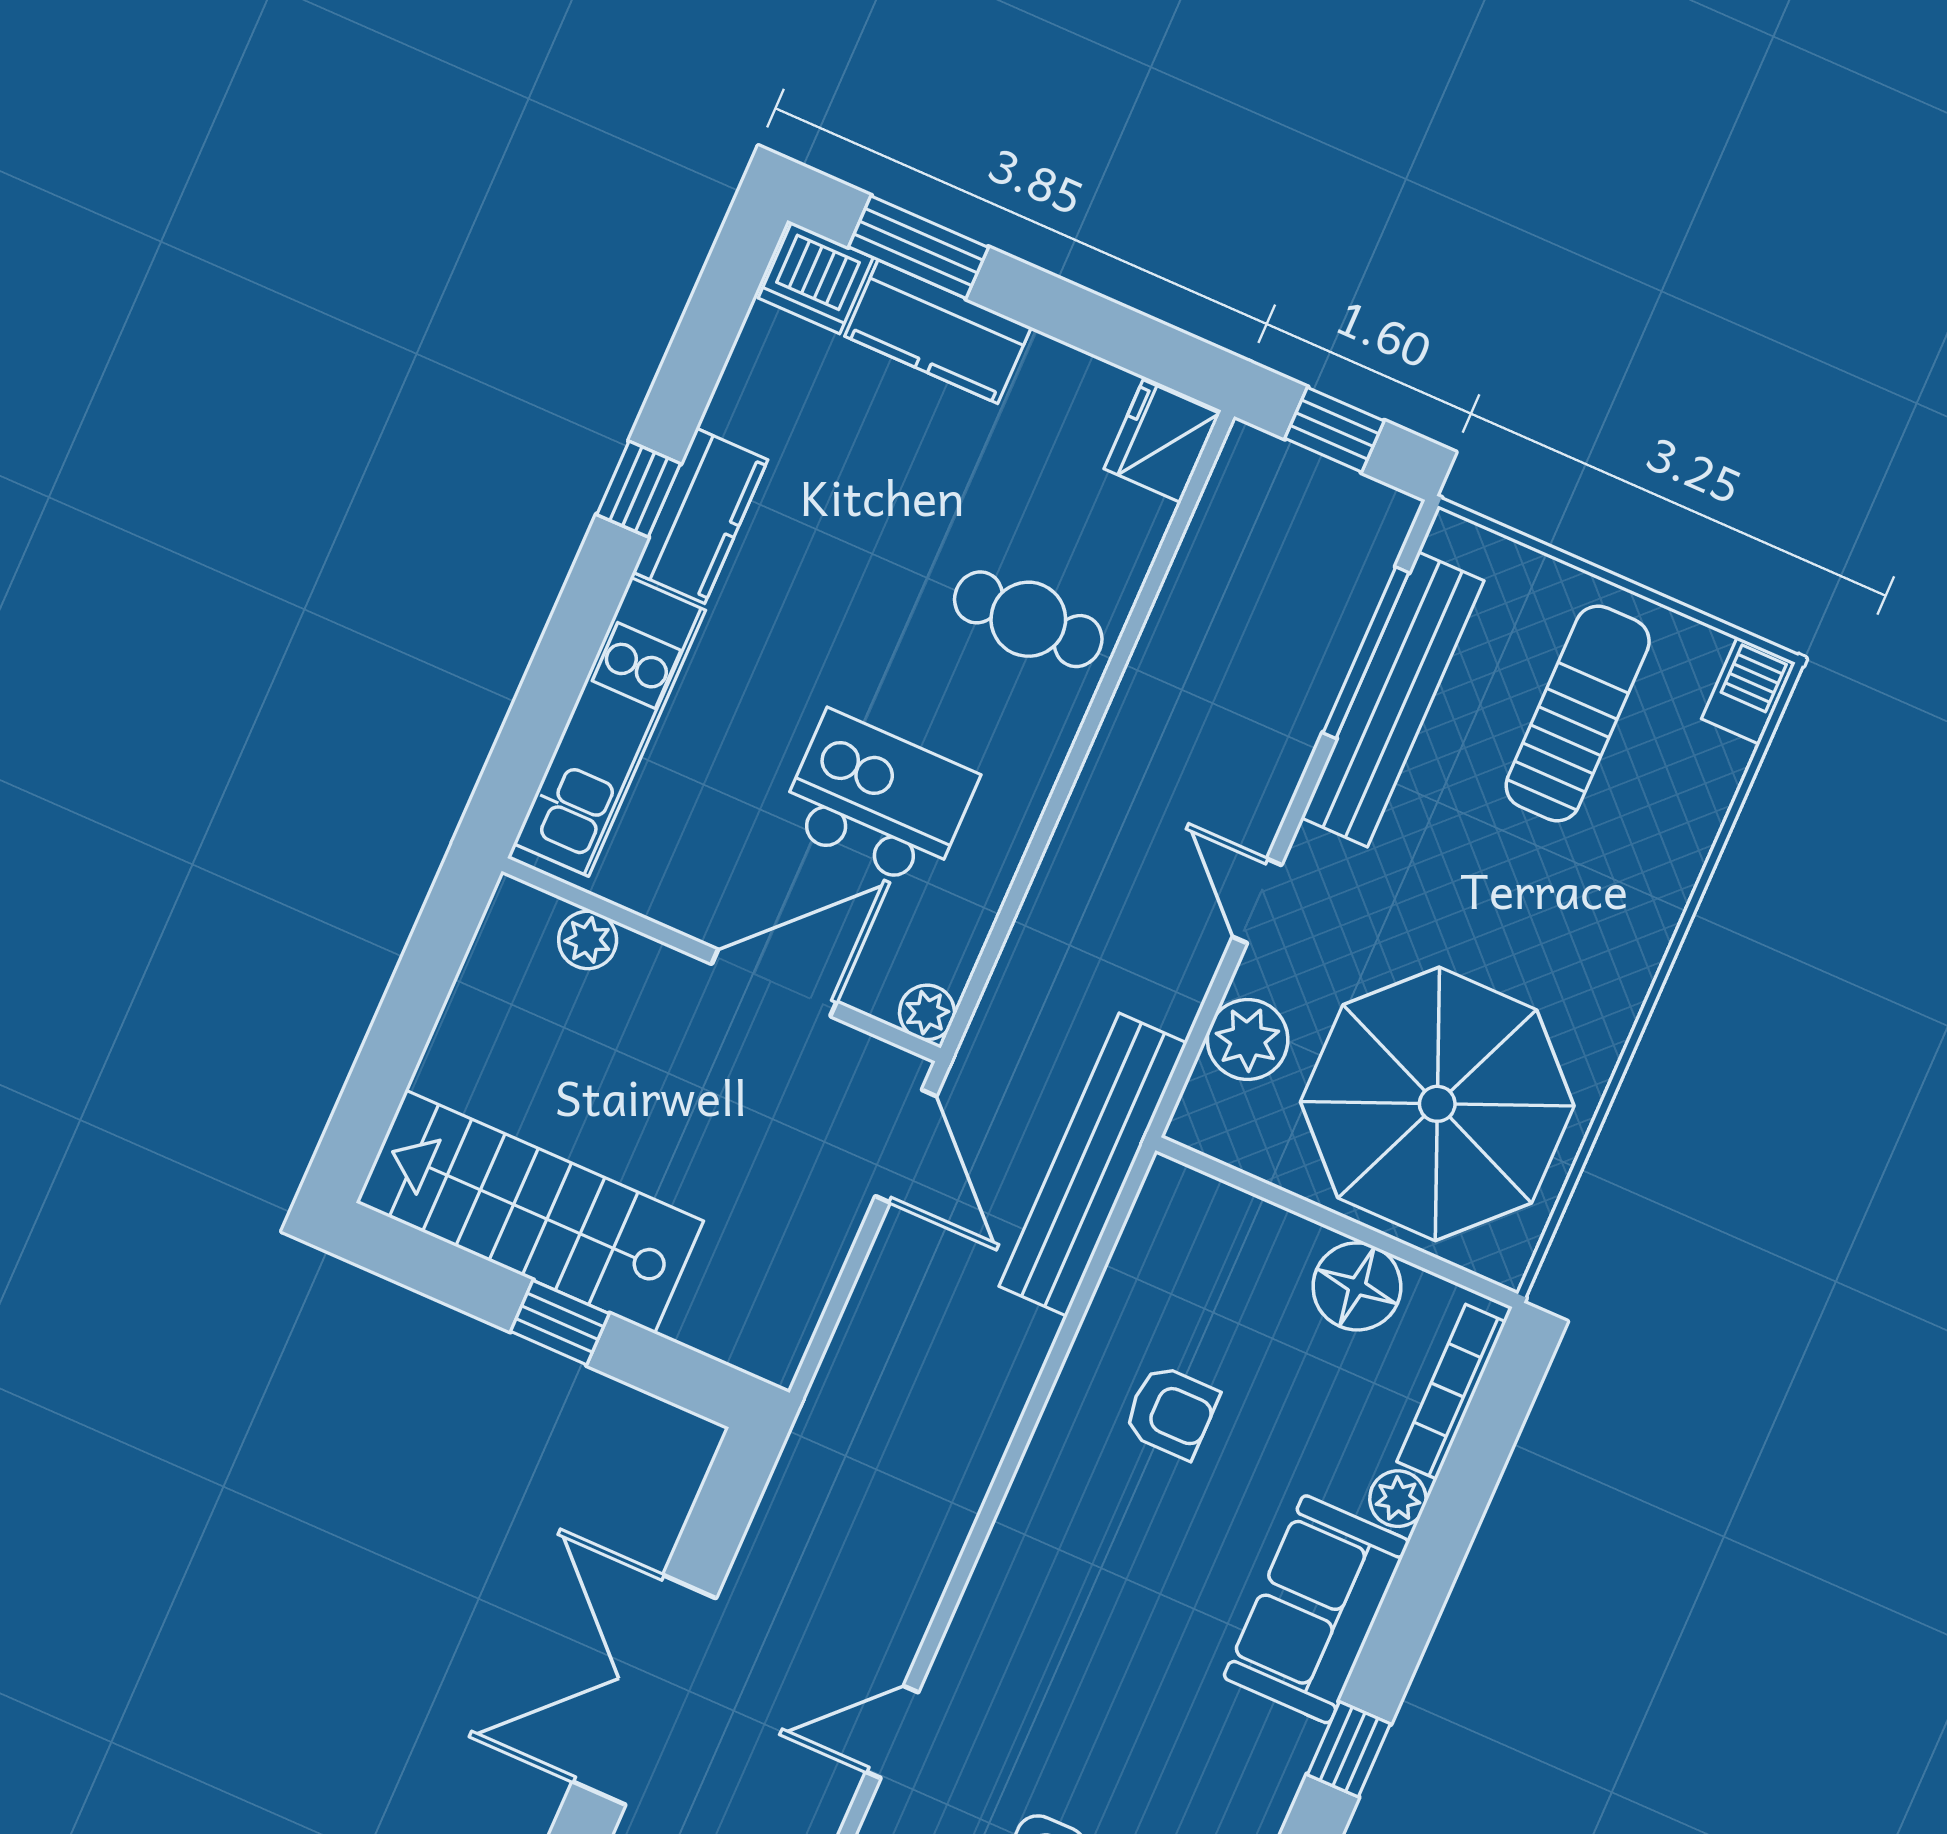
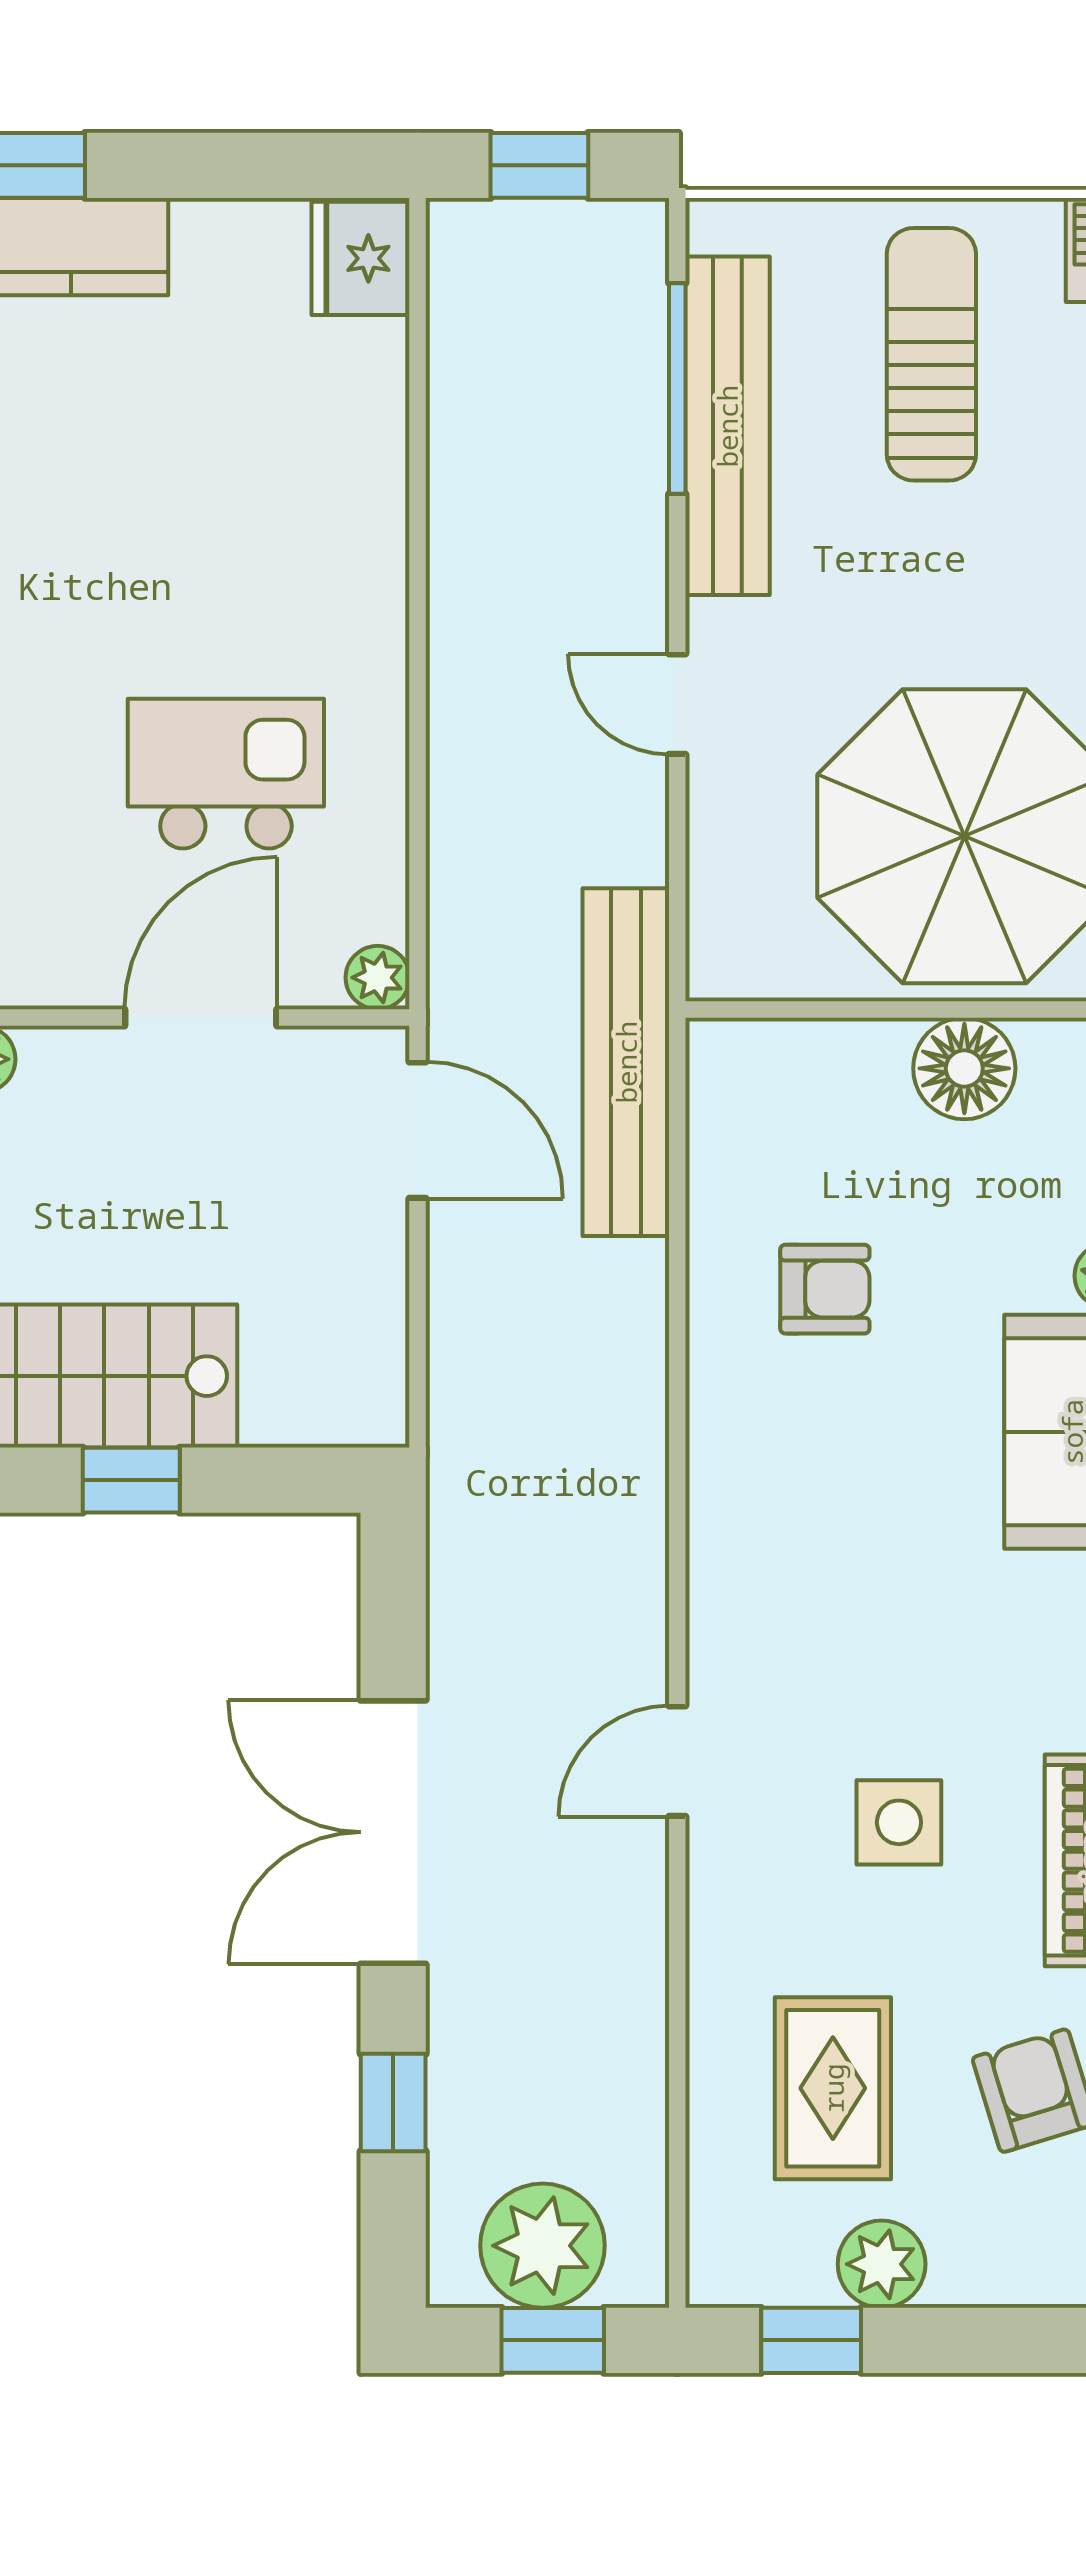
cafe table: (1028, 619) -> (301, 511), removed
plant: (1248, 1039) -> (732, 856), removed

